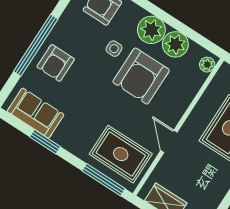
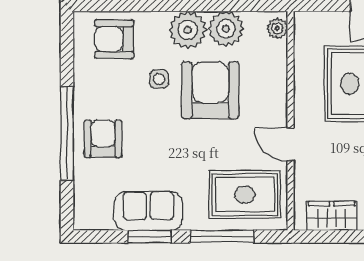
armchair: (56, 63) -> (103, 139), turned 180
armchair: (141, 76) -> (210, 90), turned 180
sofa: (36, 113) -> (148, 211), moved
window: (104, 180) -> (222, 237), moved

